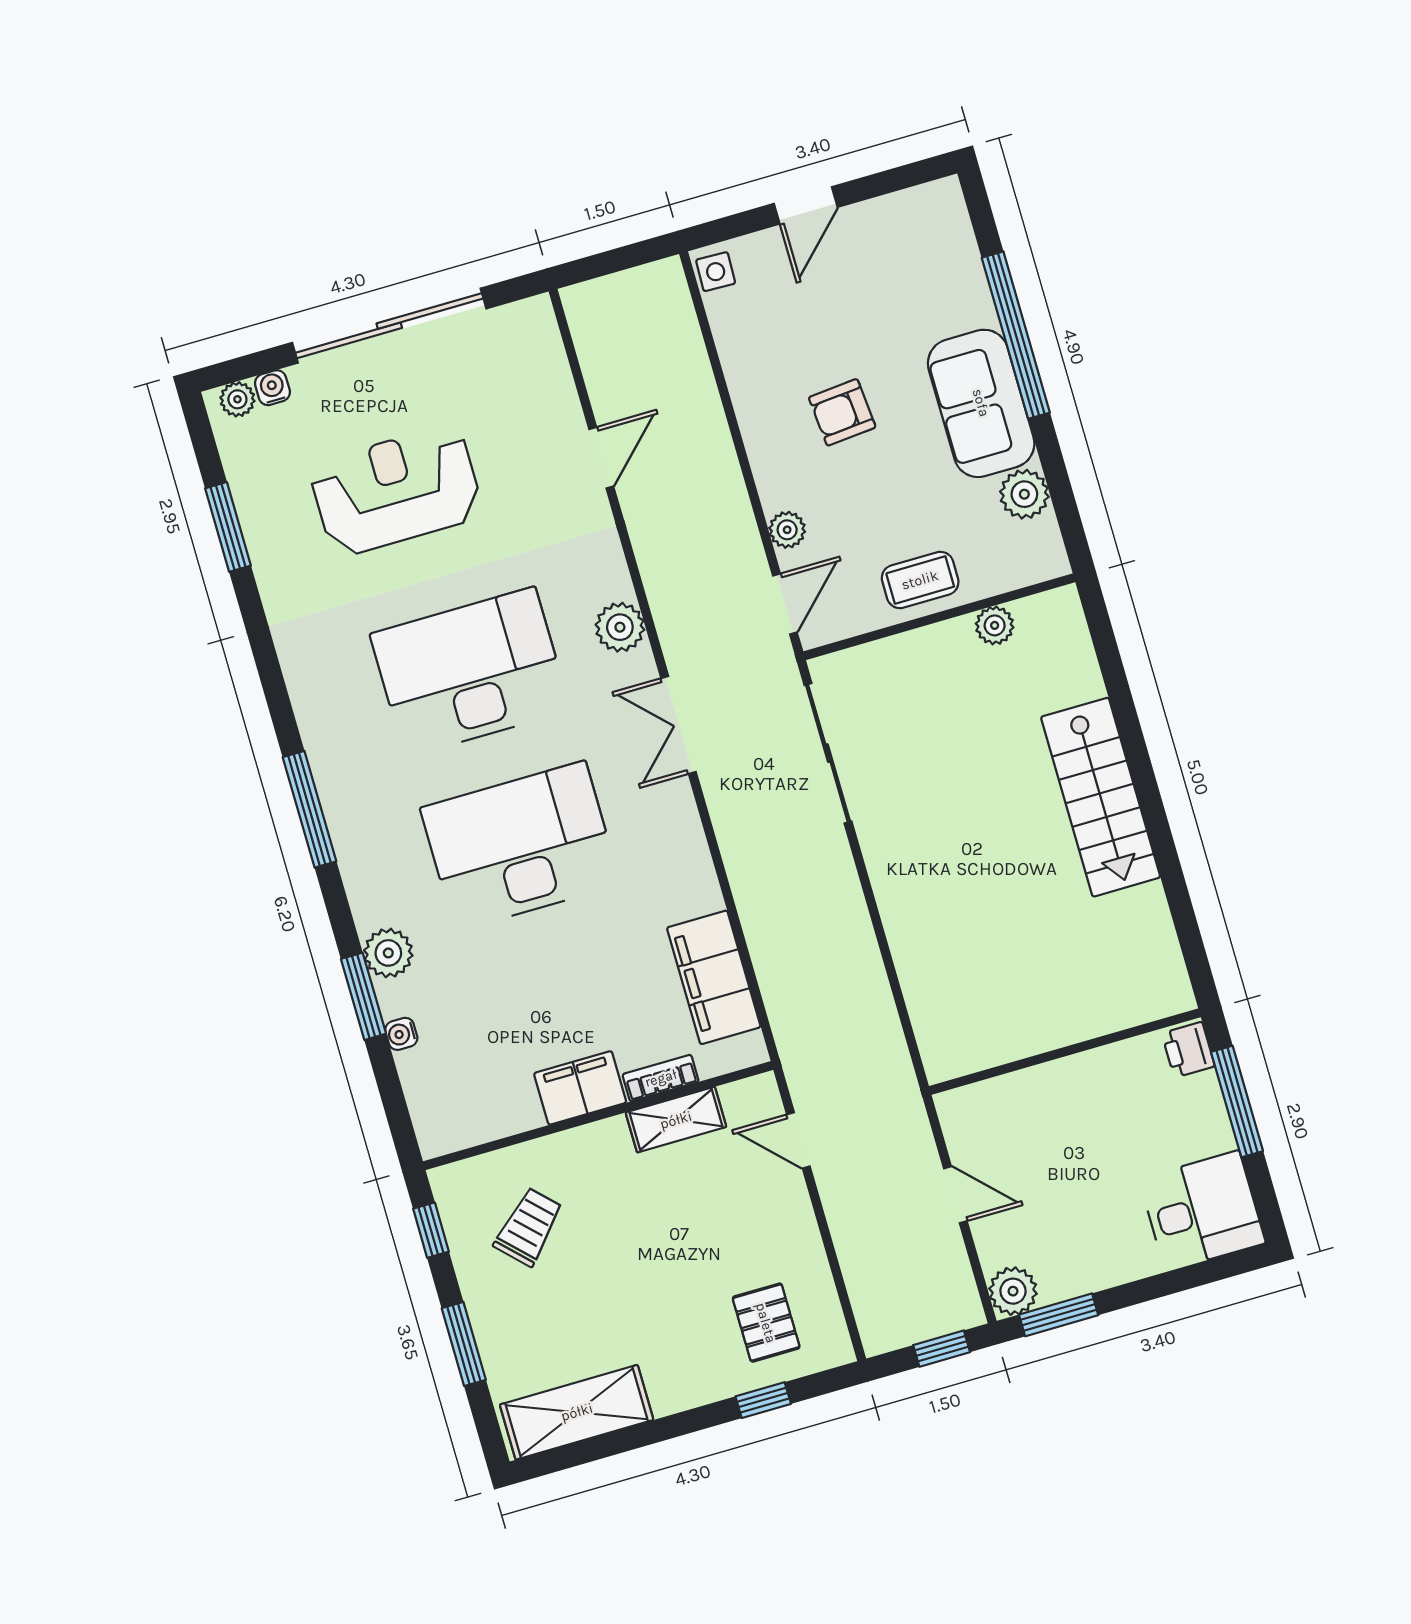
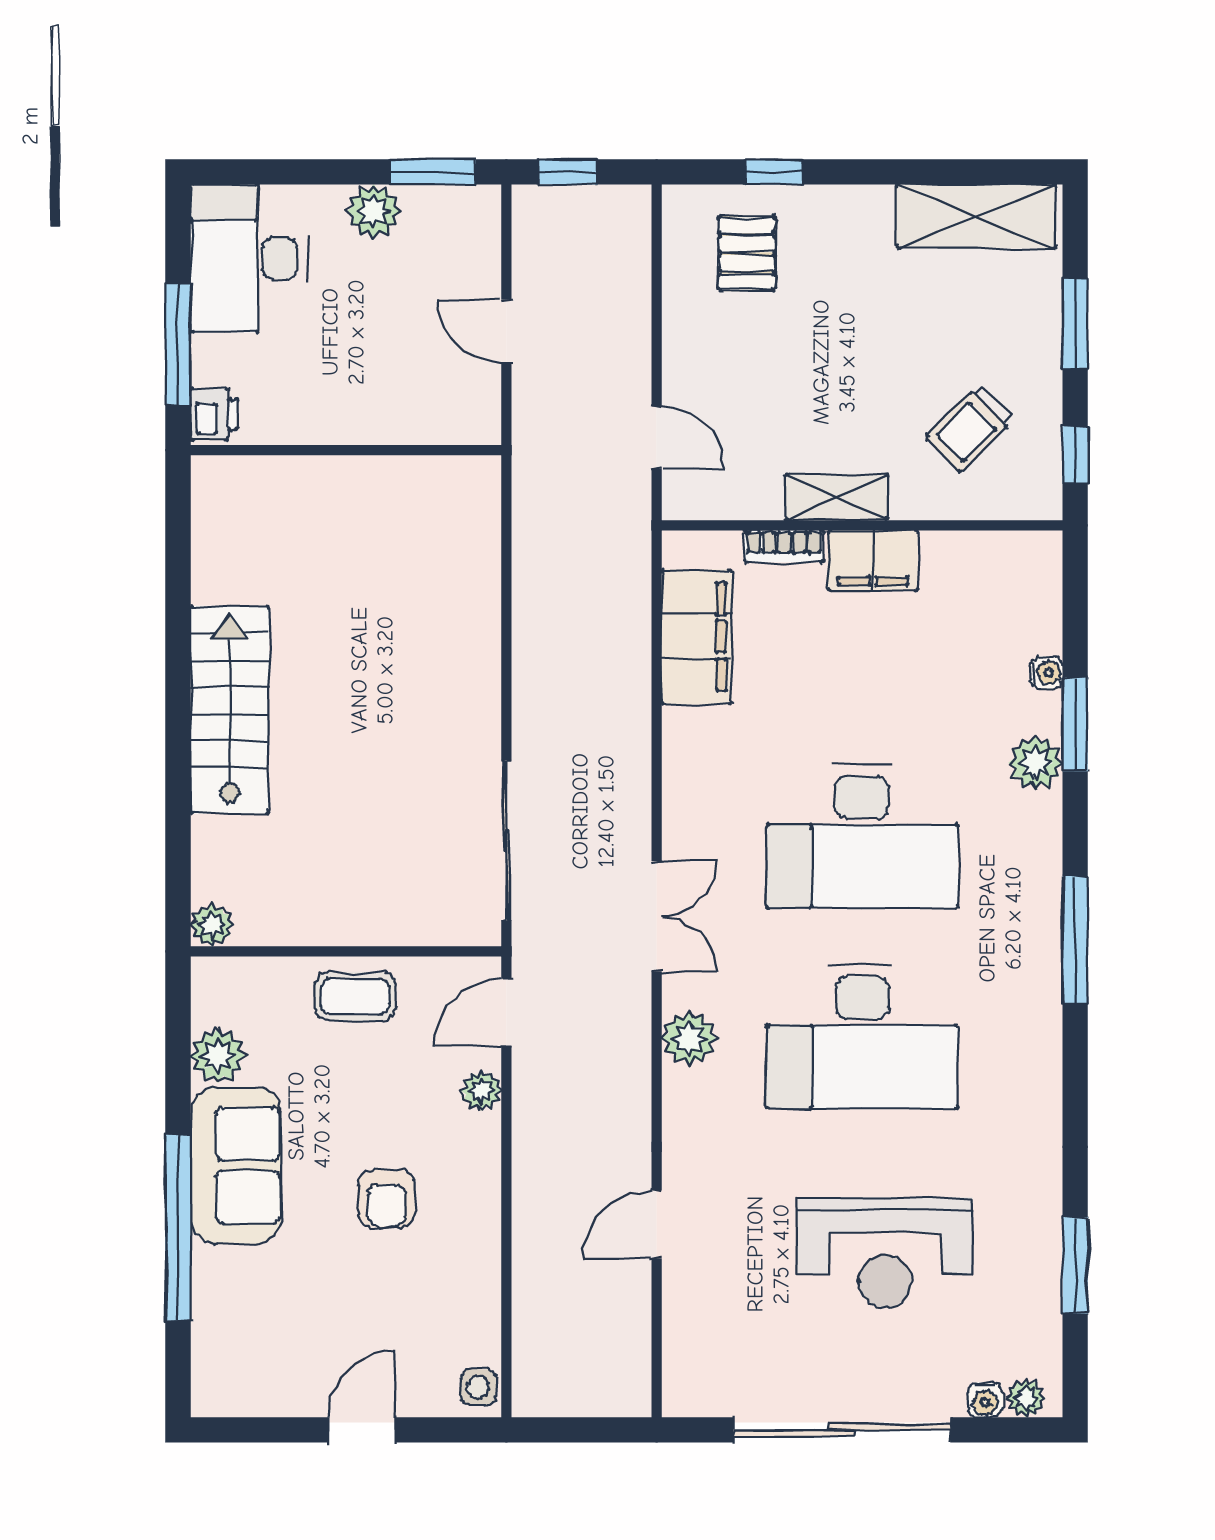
armchair: (842, 412) -> (386, 1199), turned 95
plant: (995, 625) -> (212, 925), moved
shelving: (676, 1120) -> (837, 497), moved
desk: (1202, 1211) -> (249, 258), width x1.37
plant: (1013, 1291) -> (374, 211), moved

